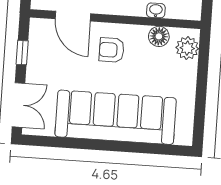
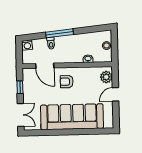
floor lamp: (159, 36) -> (91, 72), removed
door: (202, 83) -> (116, 94), added

